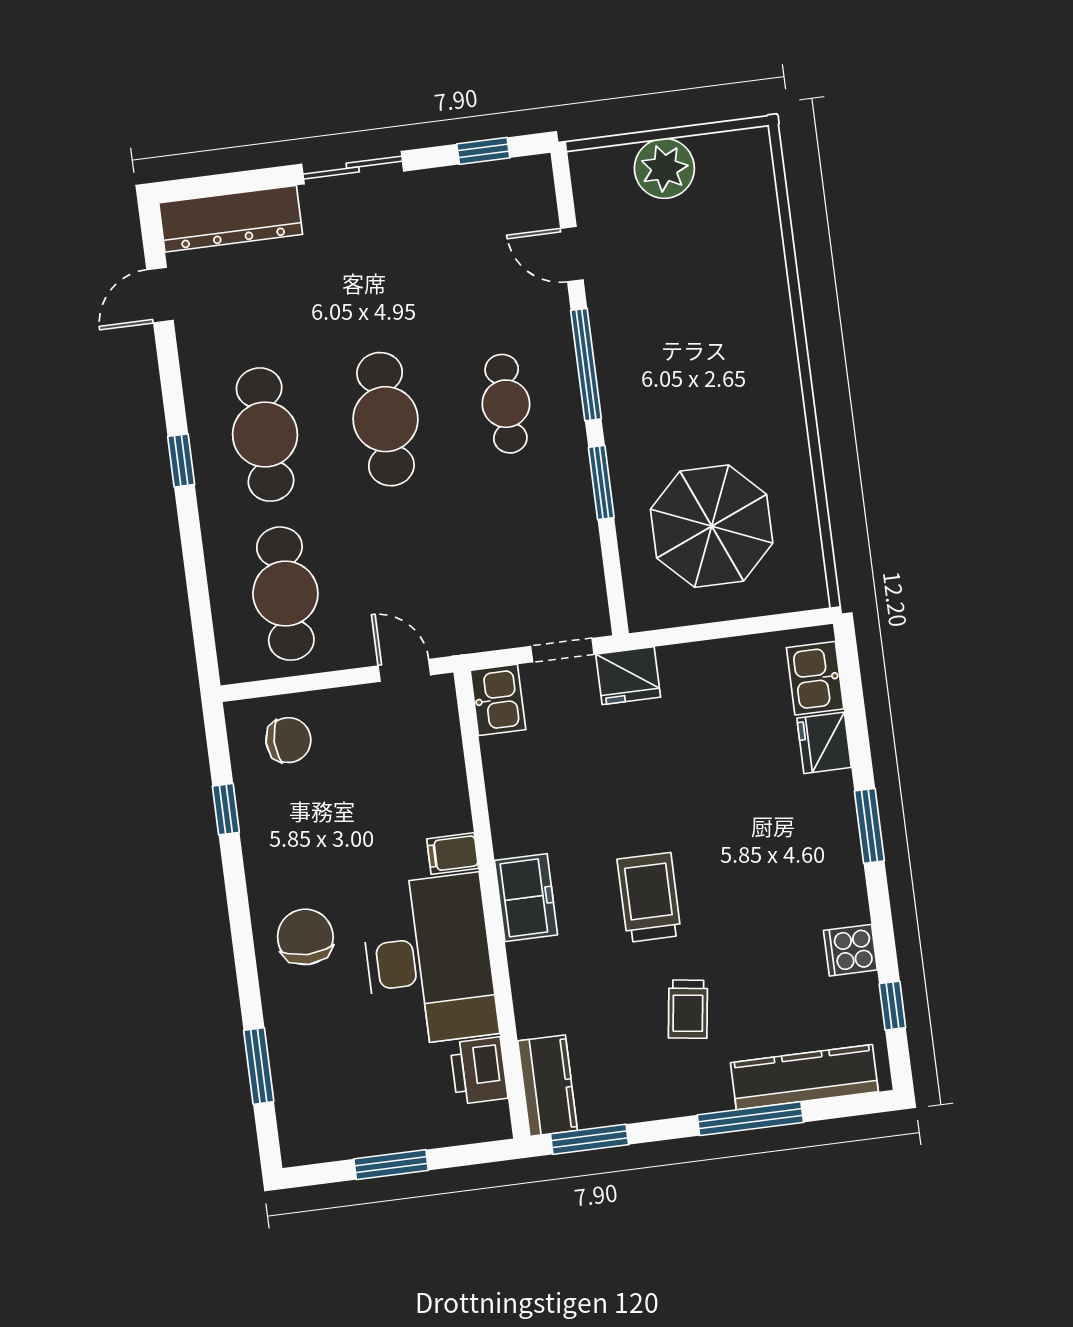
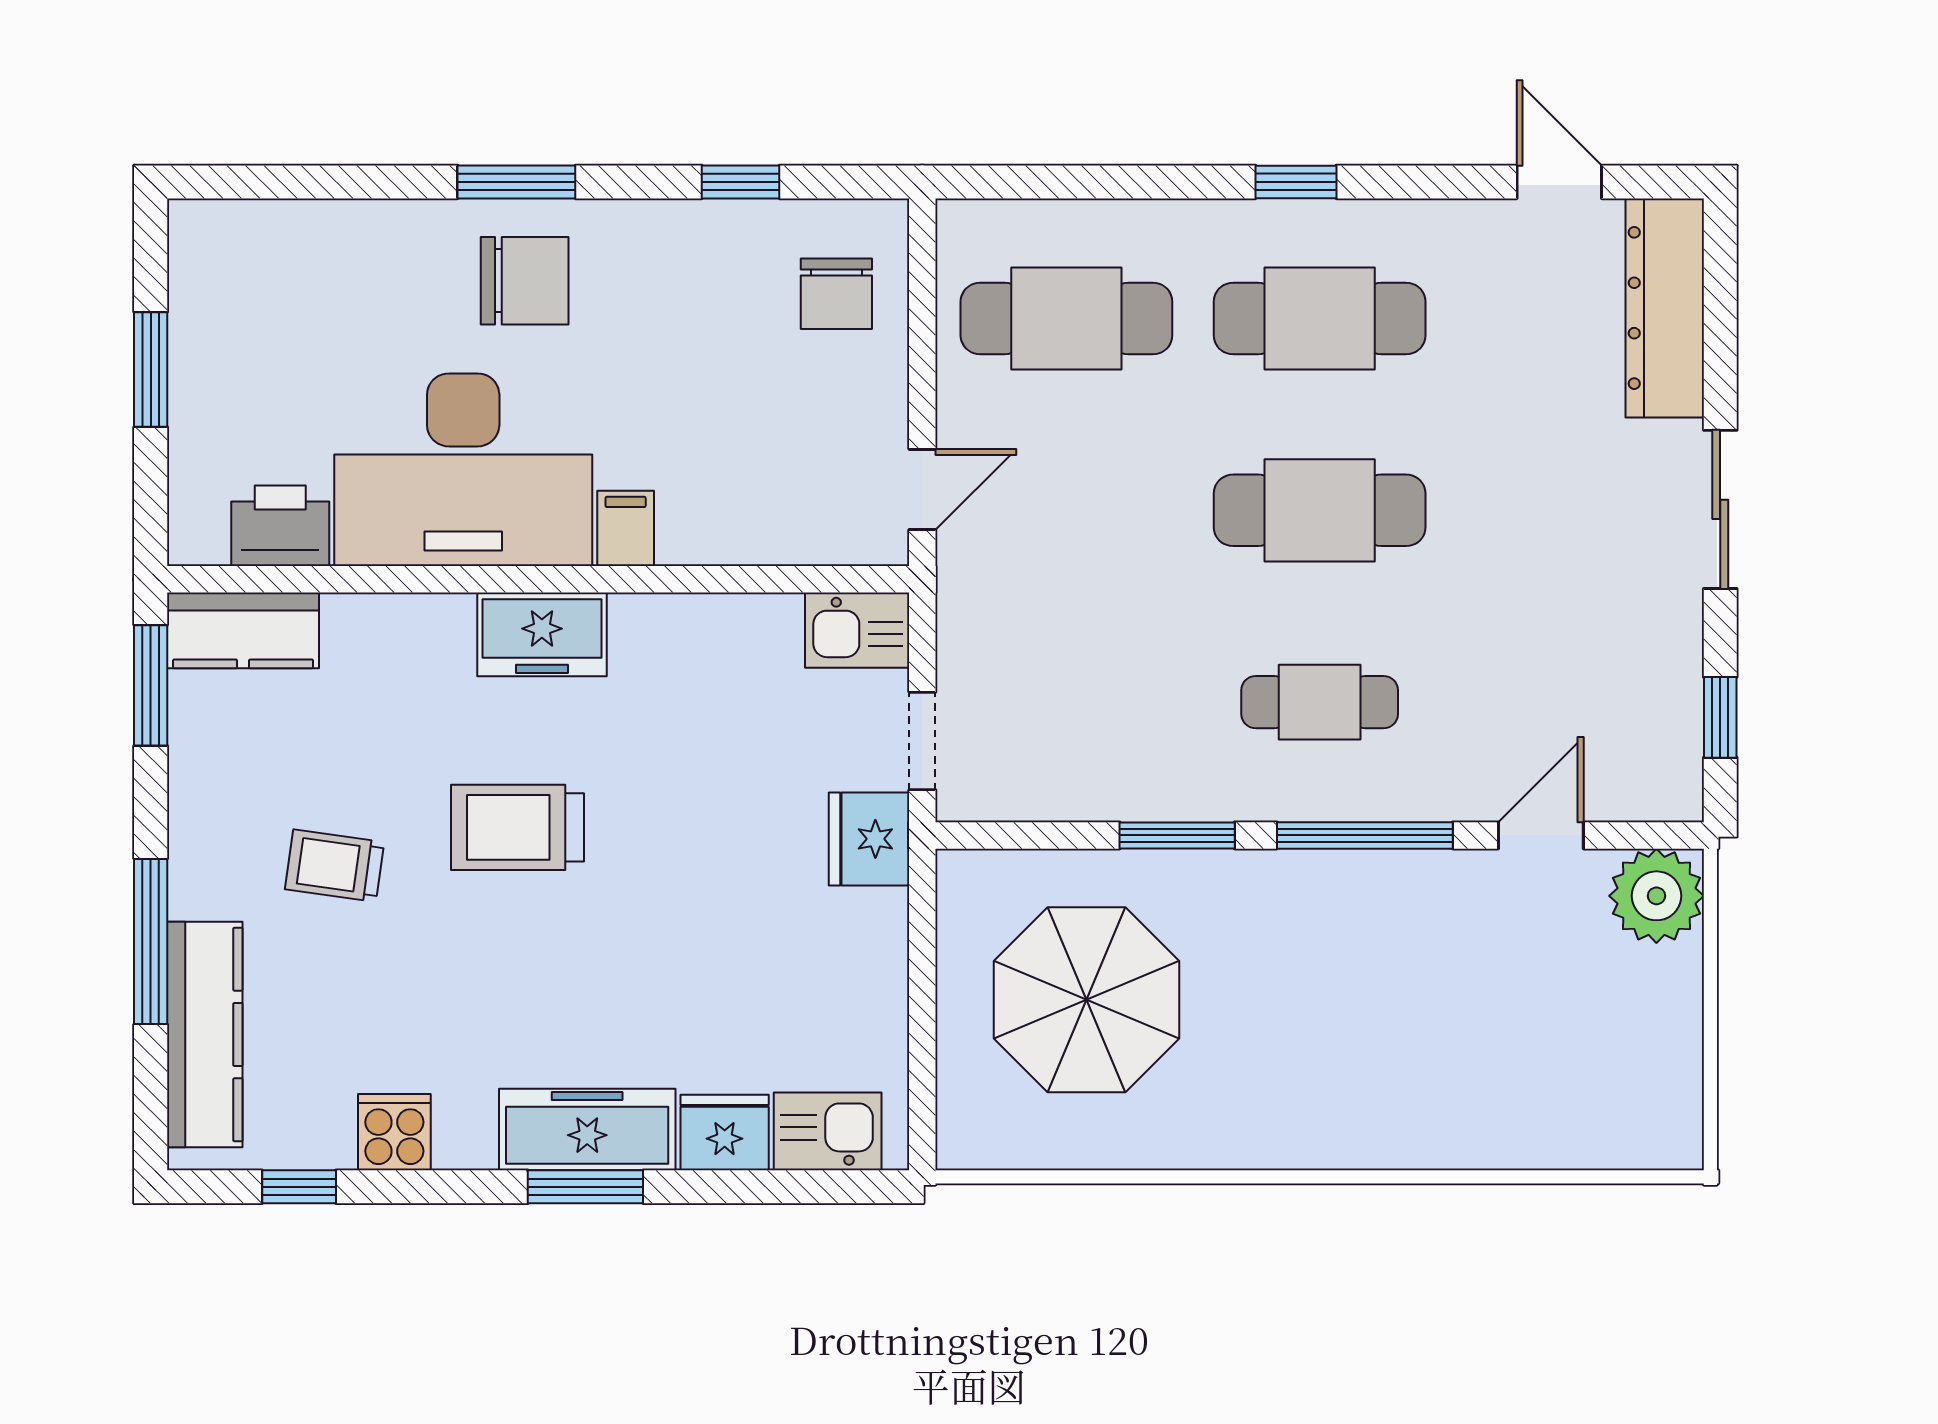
plant: (664, 168) -> (1656, 896), moved
freezer: (833, 829) -> (587, 1129), added
trolley: (649, 897) -> (518, 827), turned 180
window: (259, 1066) -> (516, 182), moved

